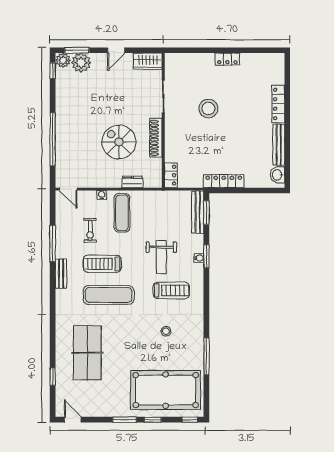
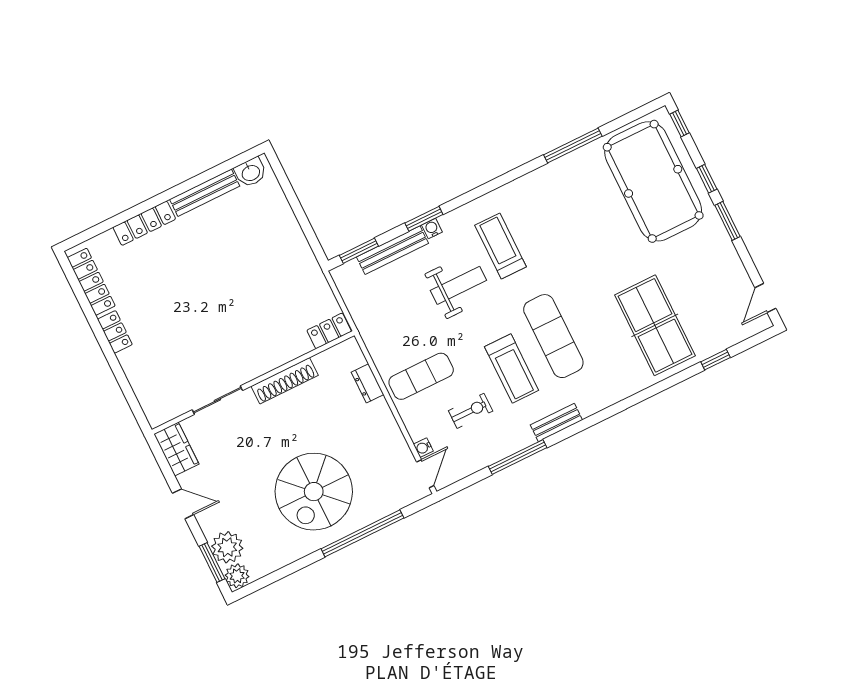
window: (53, 71) -> (260, 584), removed
stool: (208, 108) -> (202, 324), removed
spiral stairs: (119, 142) -> (314, 492), moved, width x1.37, depth x1.37
locker: (224, 181) -> (91, 282), moved, turned 180
water cooler: (102, 195) -> (423, 448), moved
bench: (198, 212) -> (392, 250), moved
stool: (166, 331) -> (565, 224), removed
table tennis table: (87, 353) -> (655, 325), turned 90

